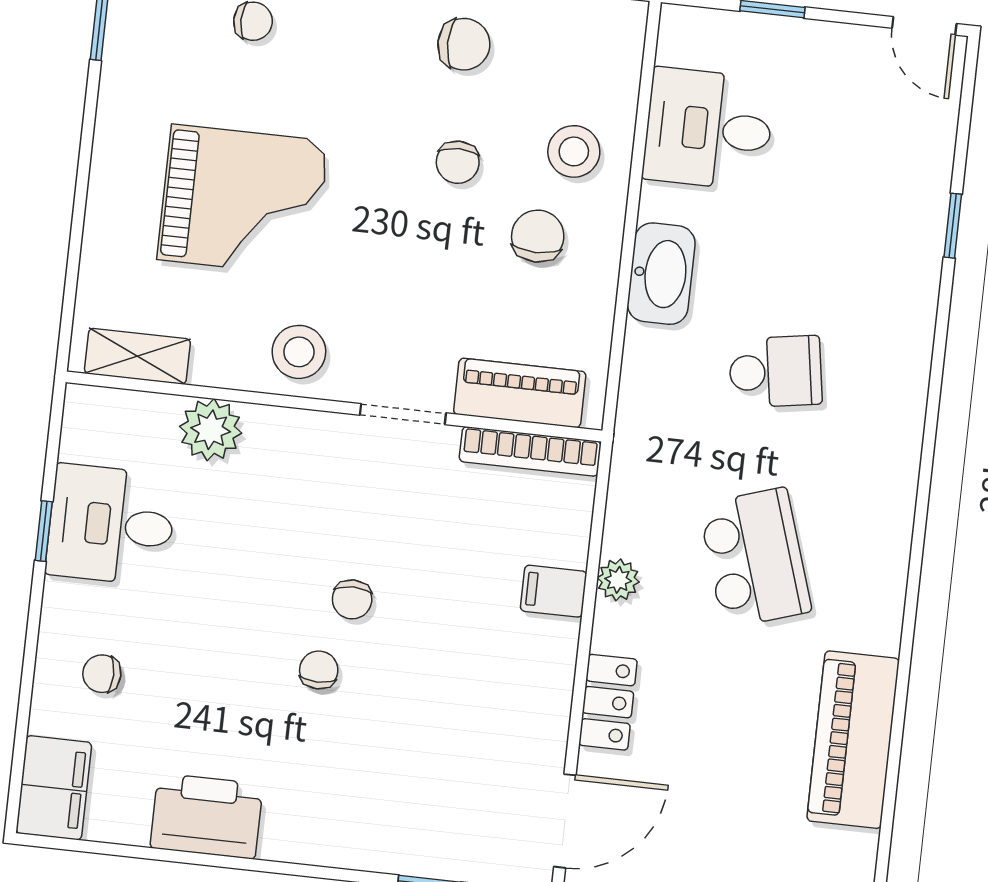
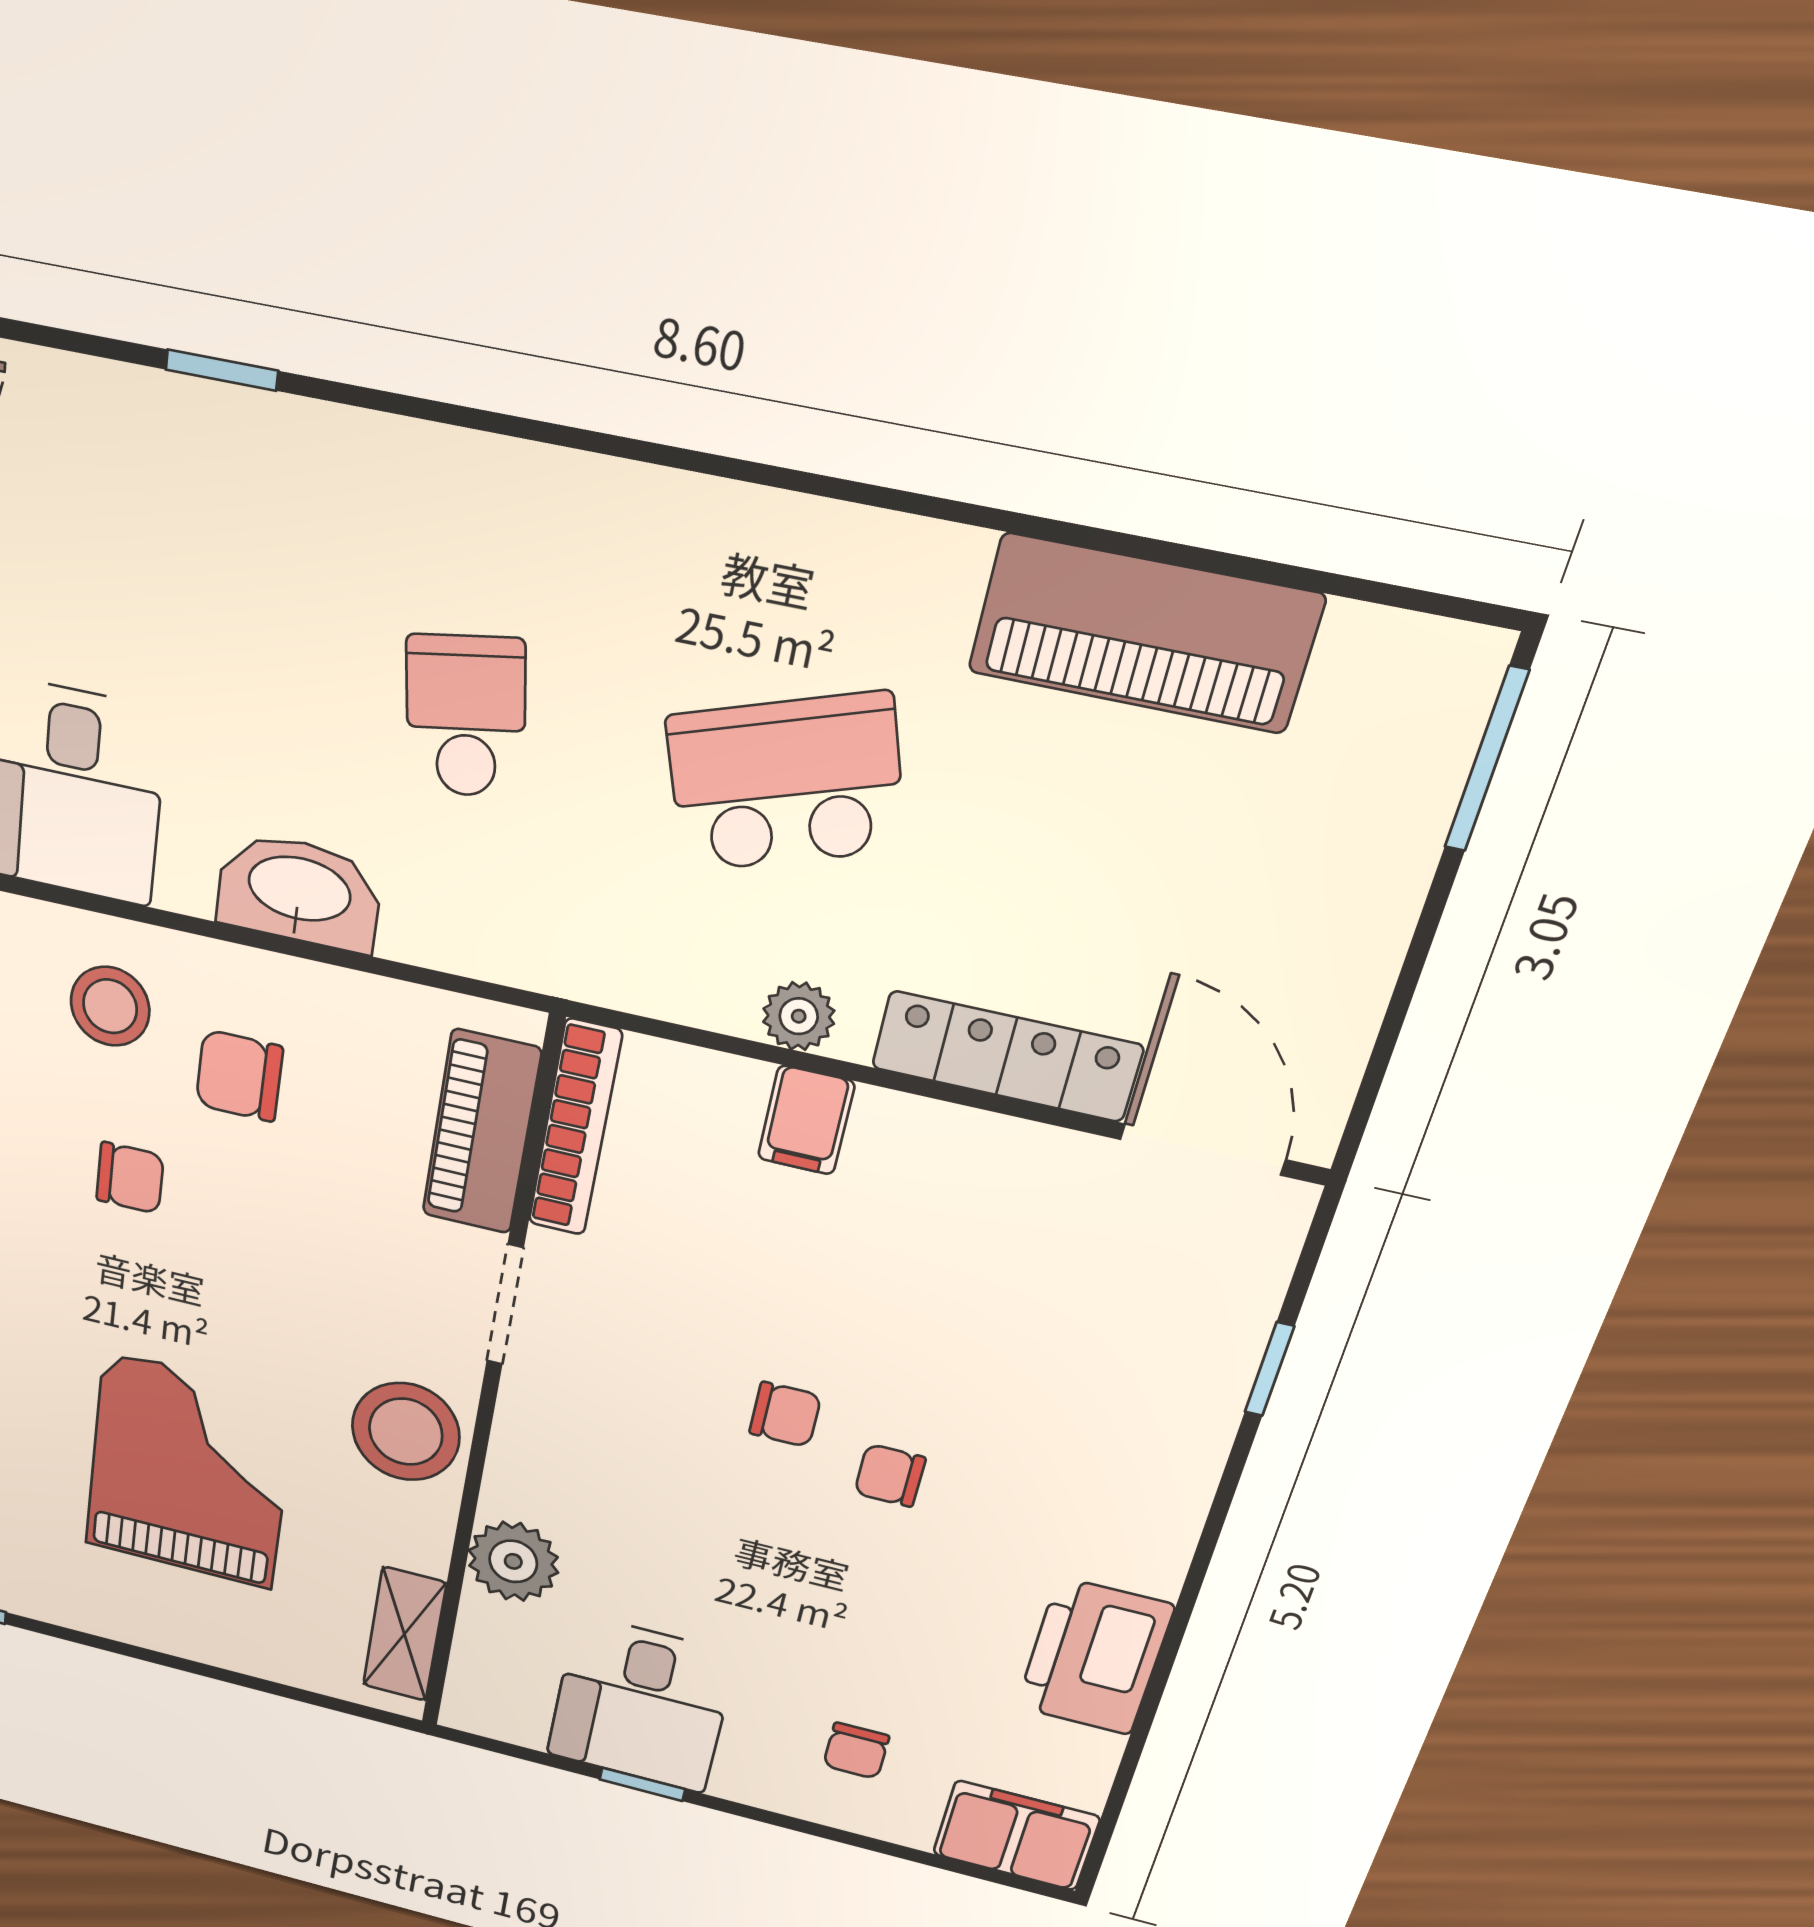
stool: (299, 352) -> (406, 1432), width x1.38, depth x1.38
locker: (608, 702) -> (1007, 1056), width x1.53

